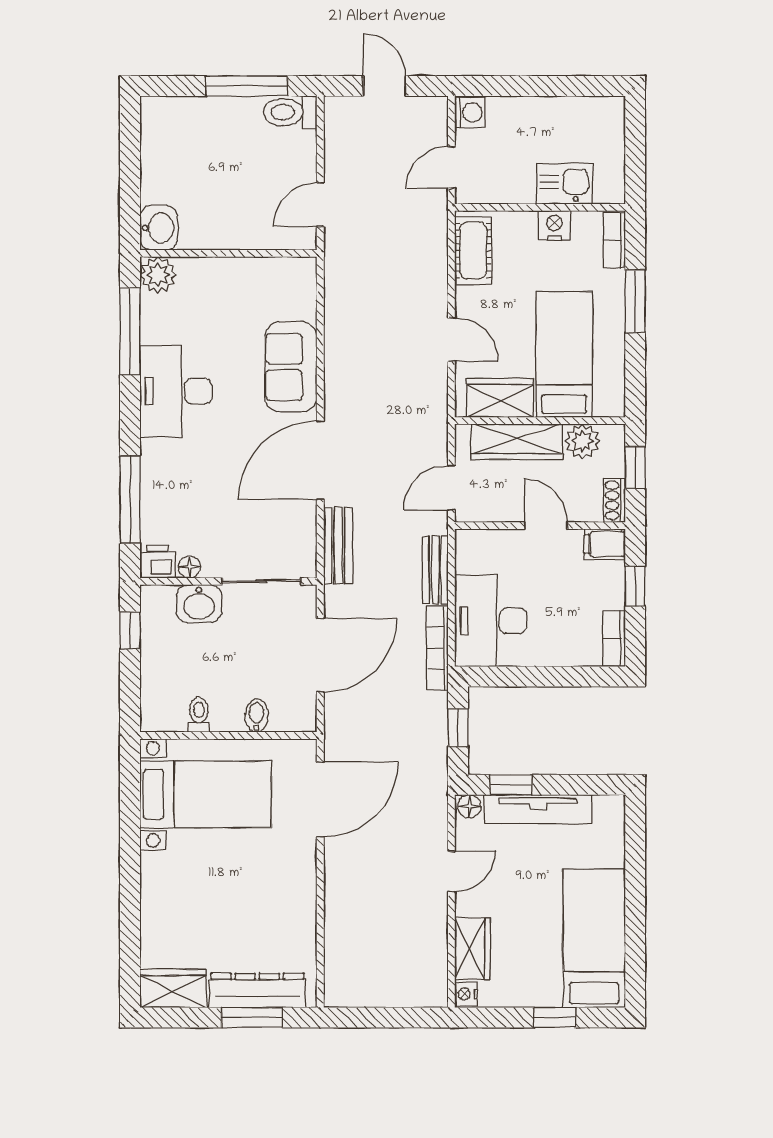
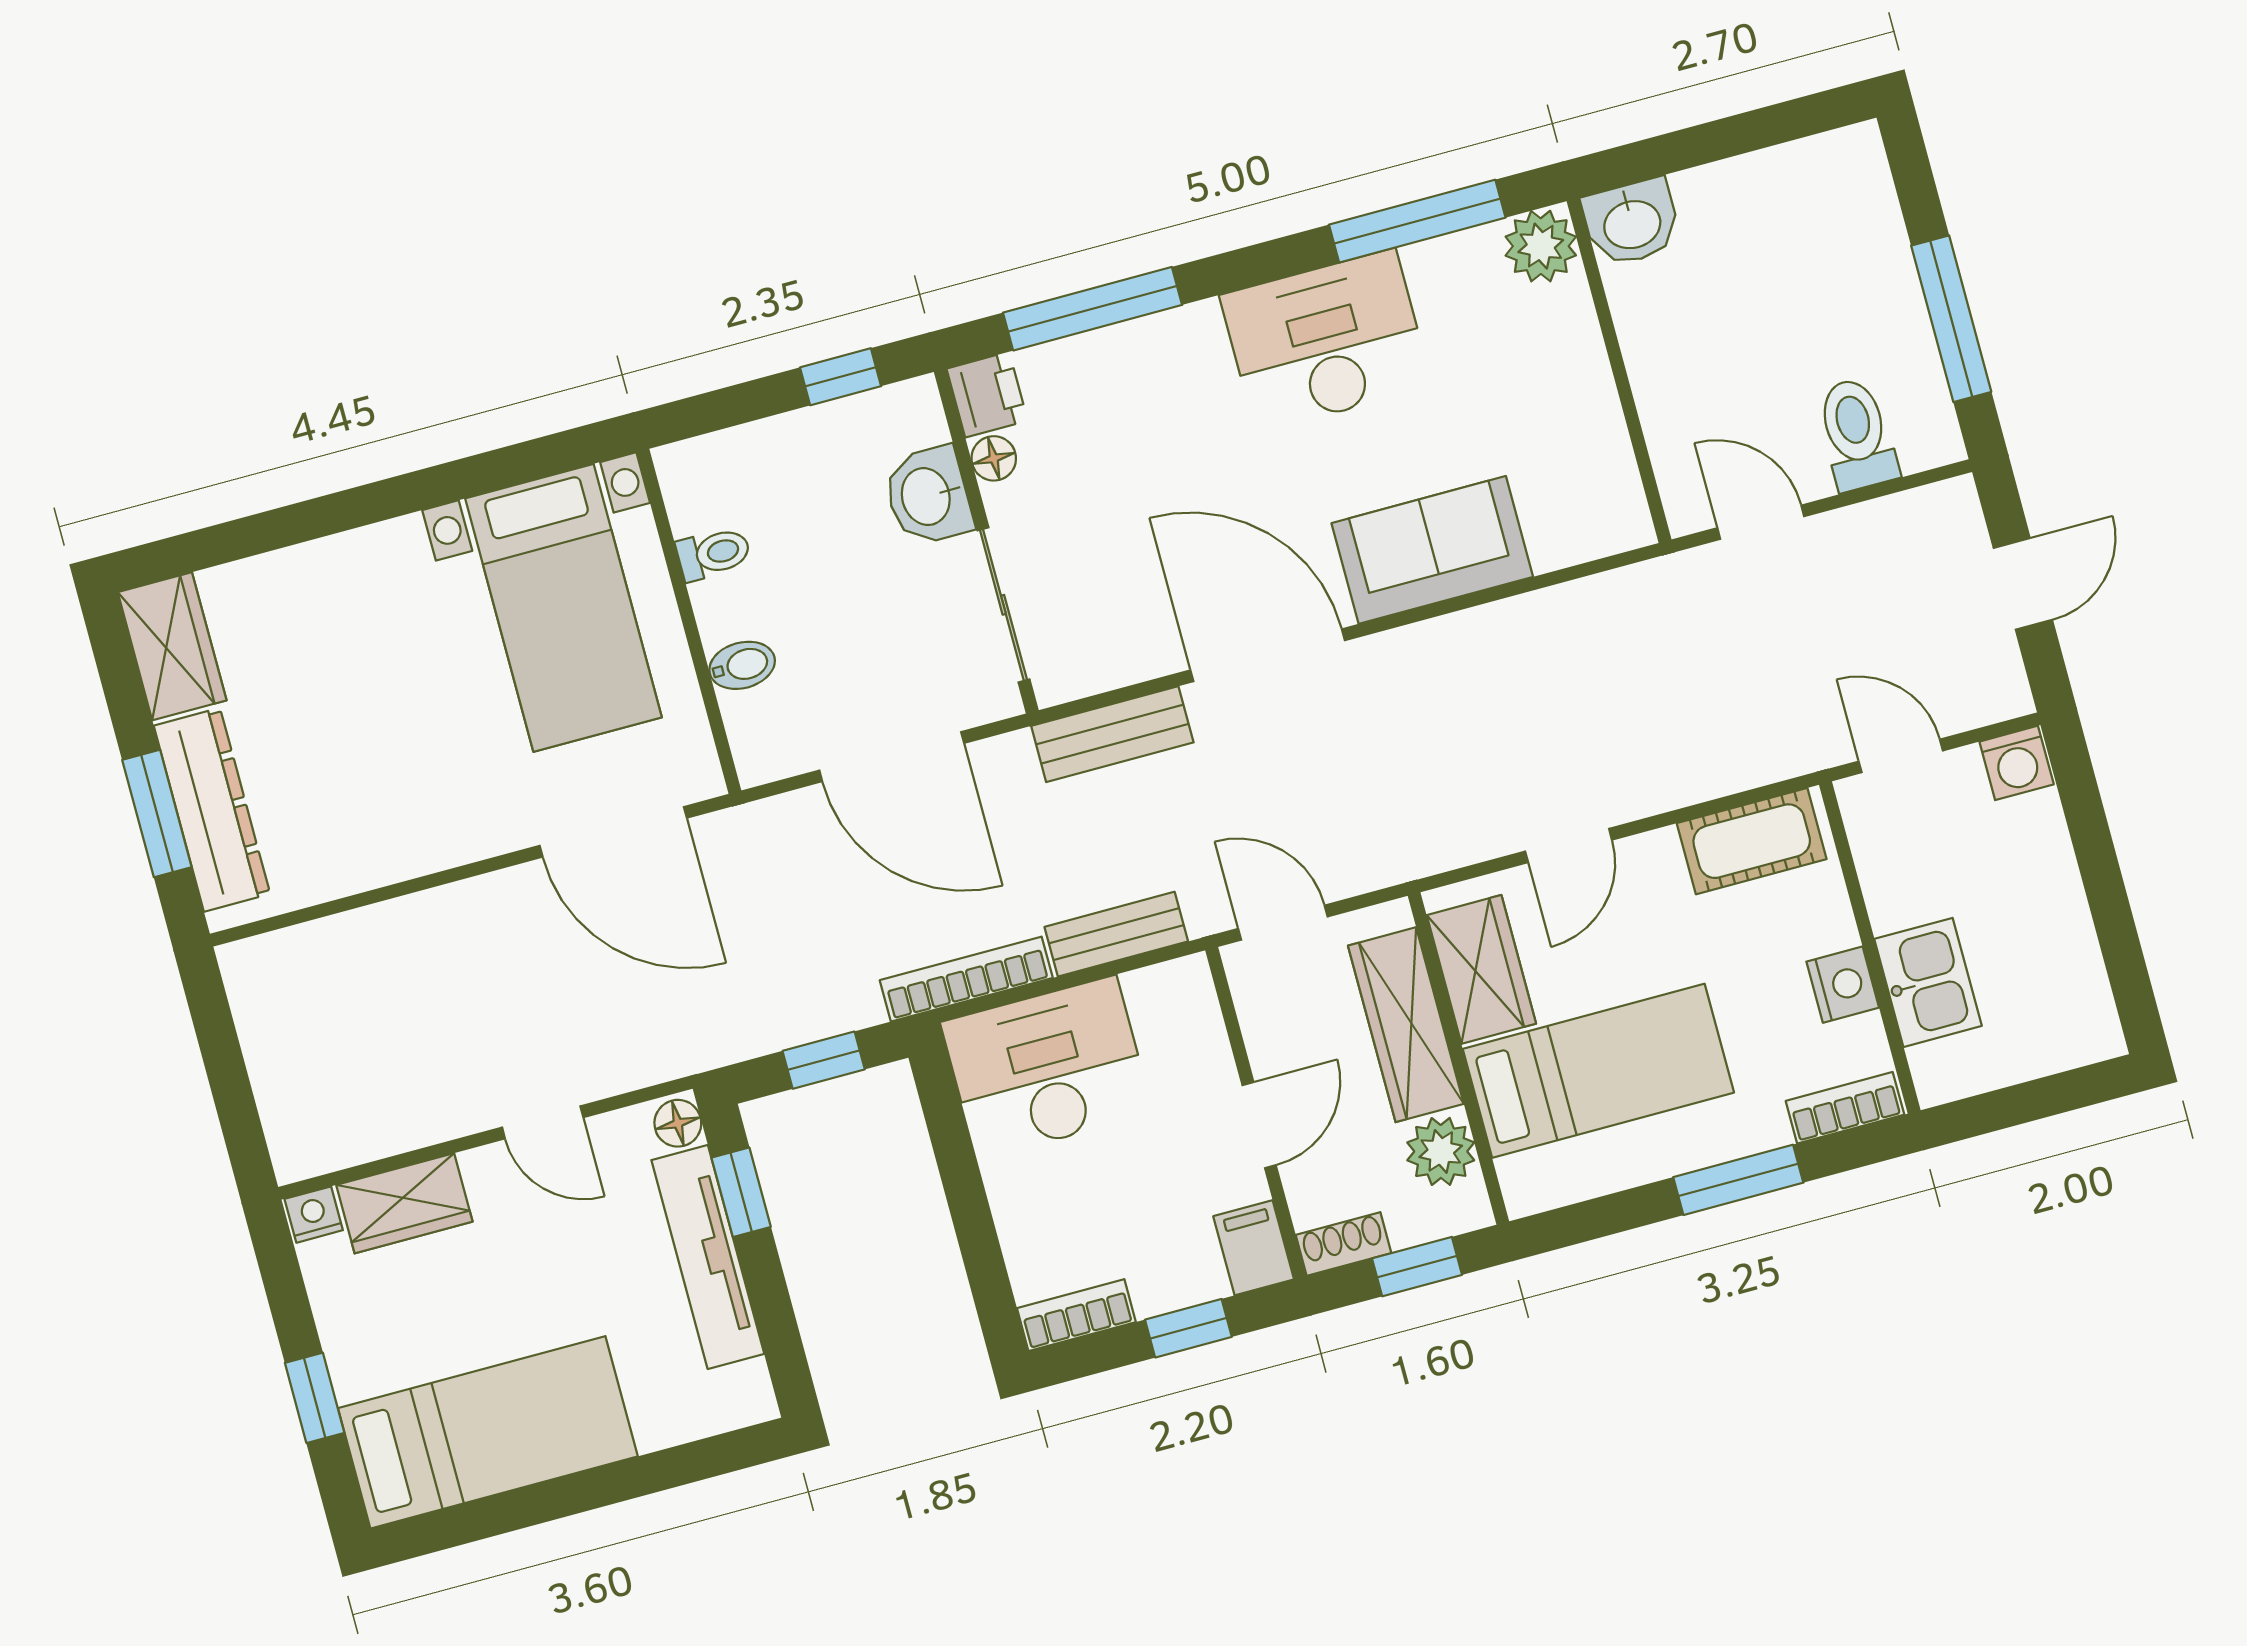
toilet: (290, 112) -> (1857, 434), moved

